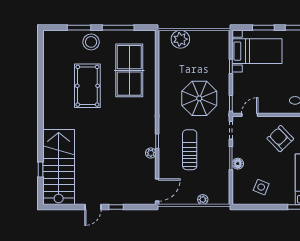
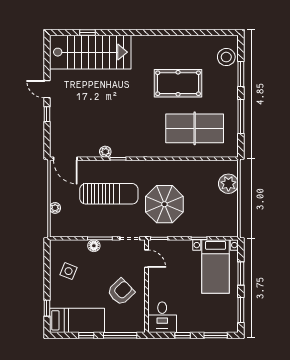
stool: (91, 42) -> (226, 57), moved
sun lounger: (190, 150) -> (109, 194), width x1.36, depth x1.34

